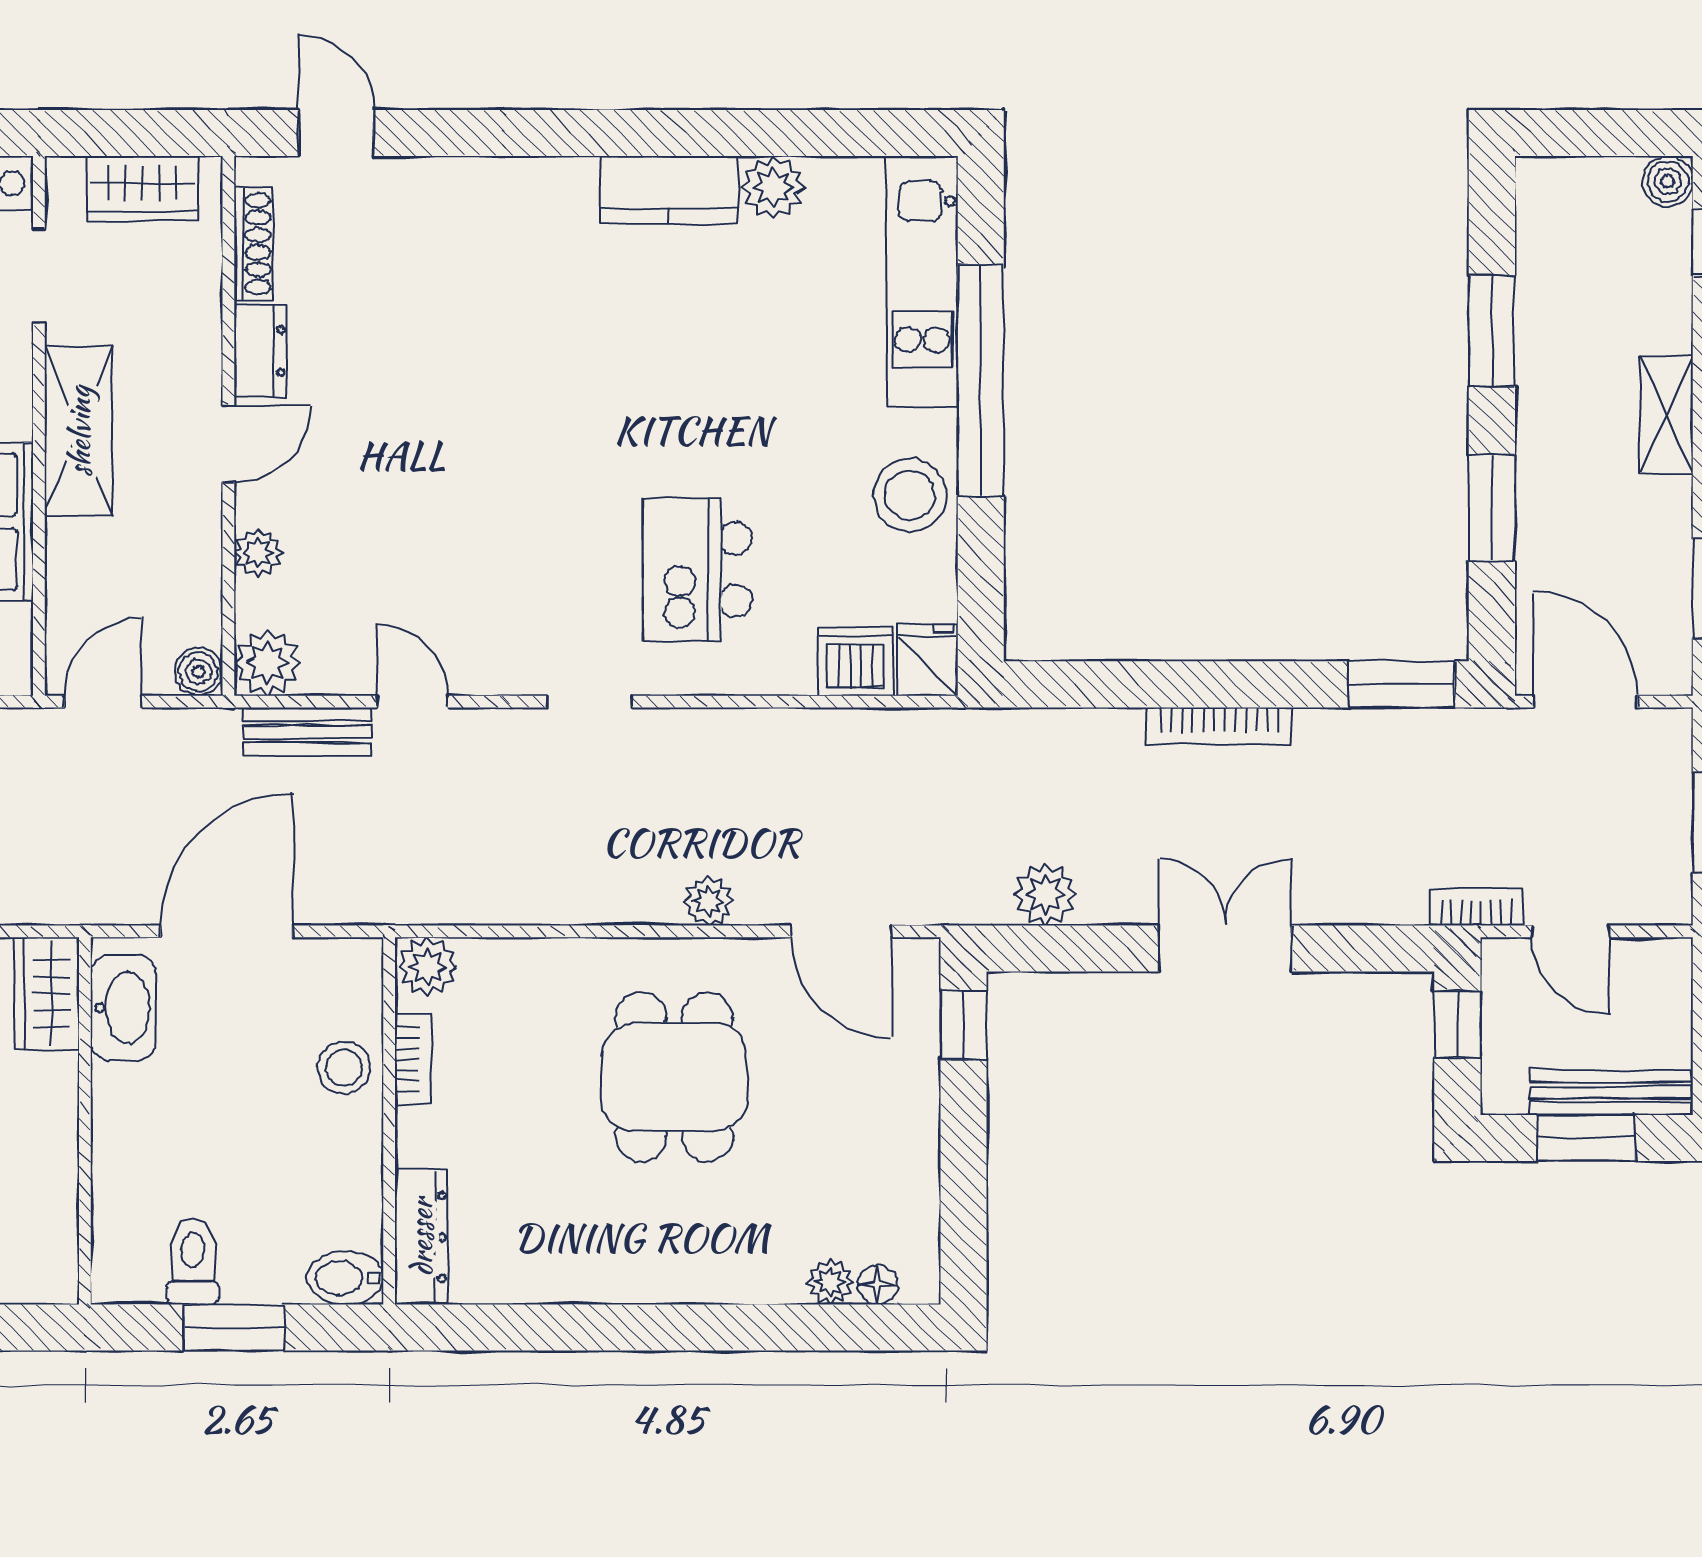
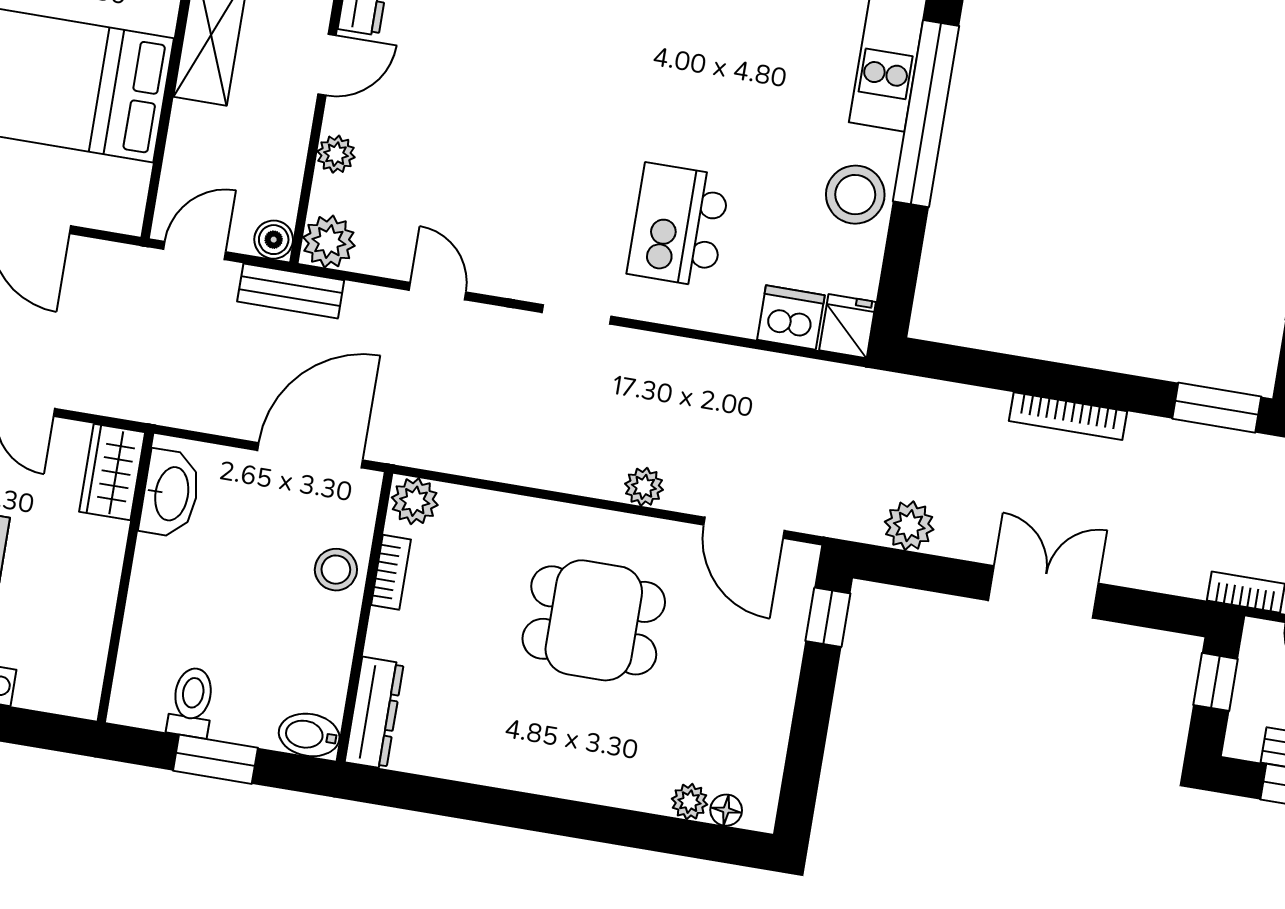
bench: (307, 732) -> (291, 291), moved
door: (227, 931) -> (310, 455), moved
dining table: (674, 1077) -> (594, 620), turned 90

